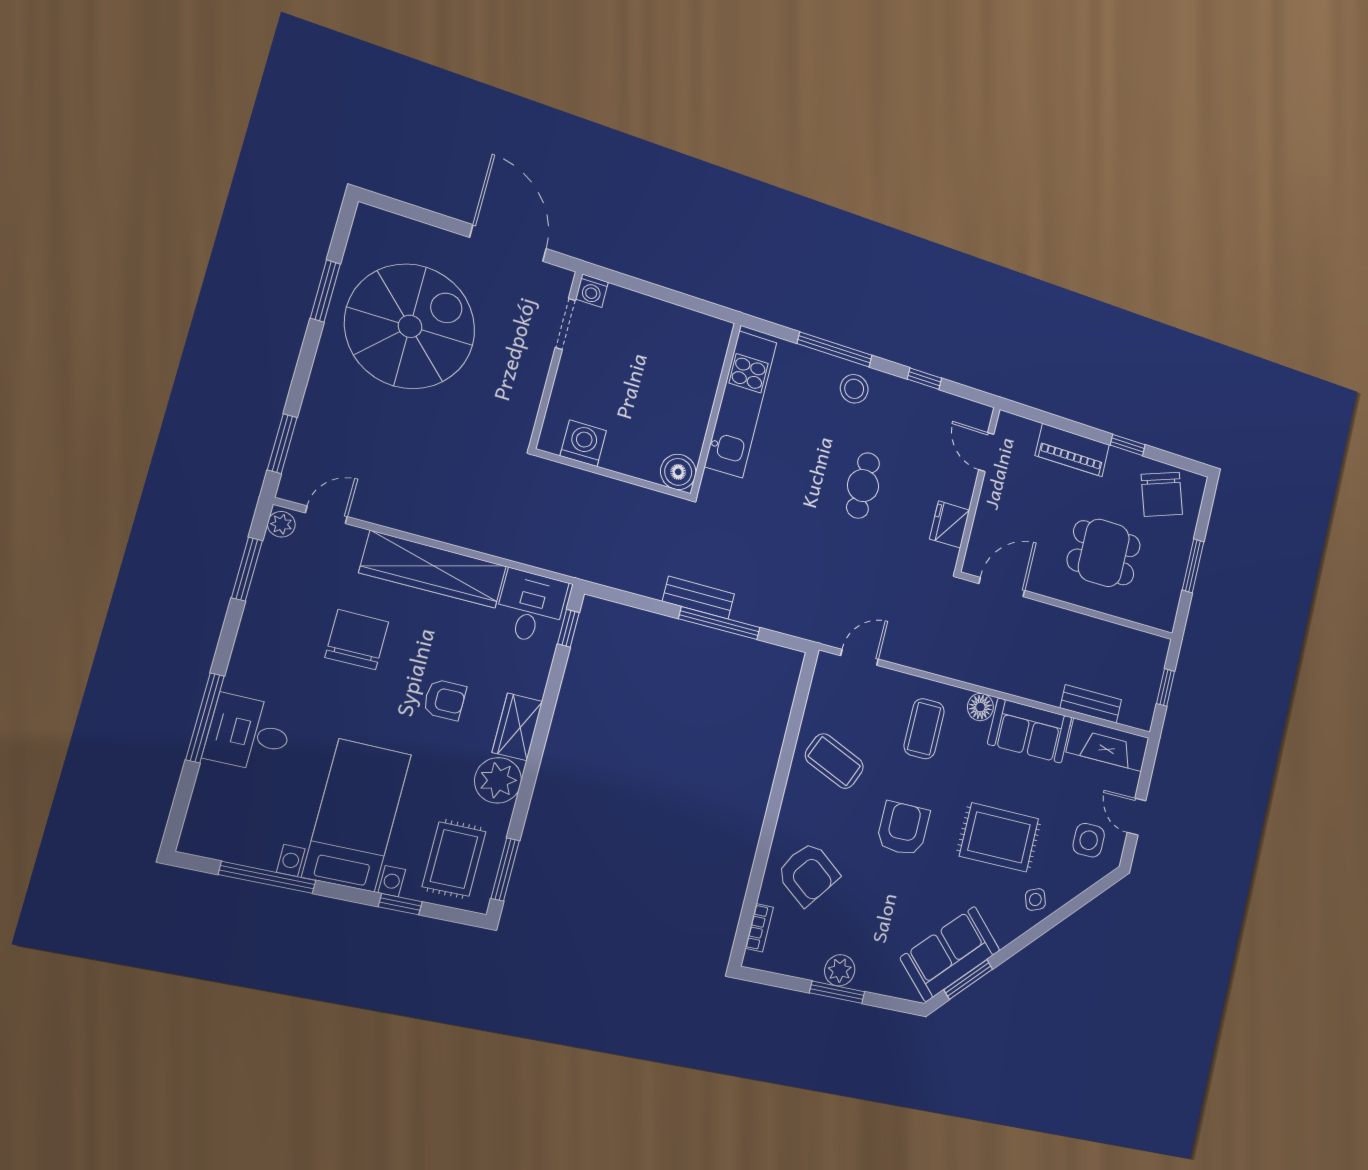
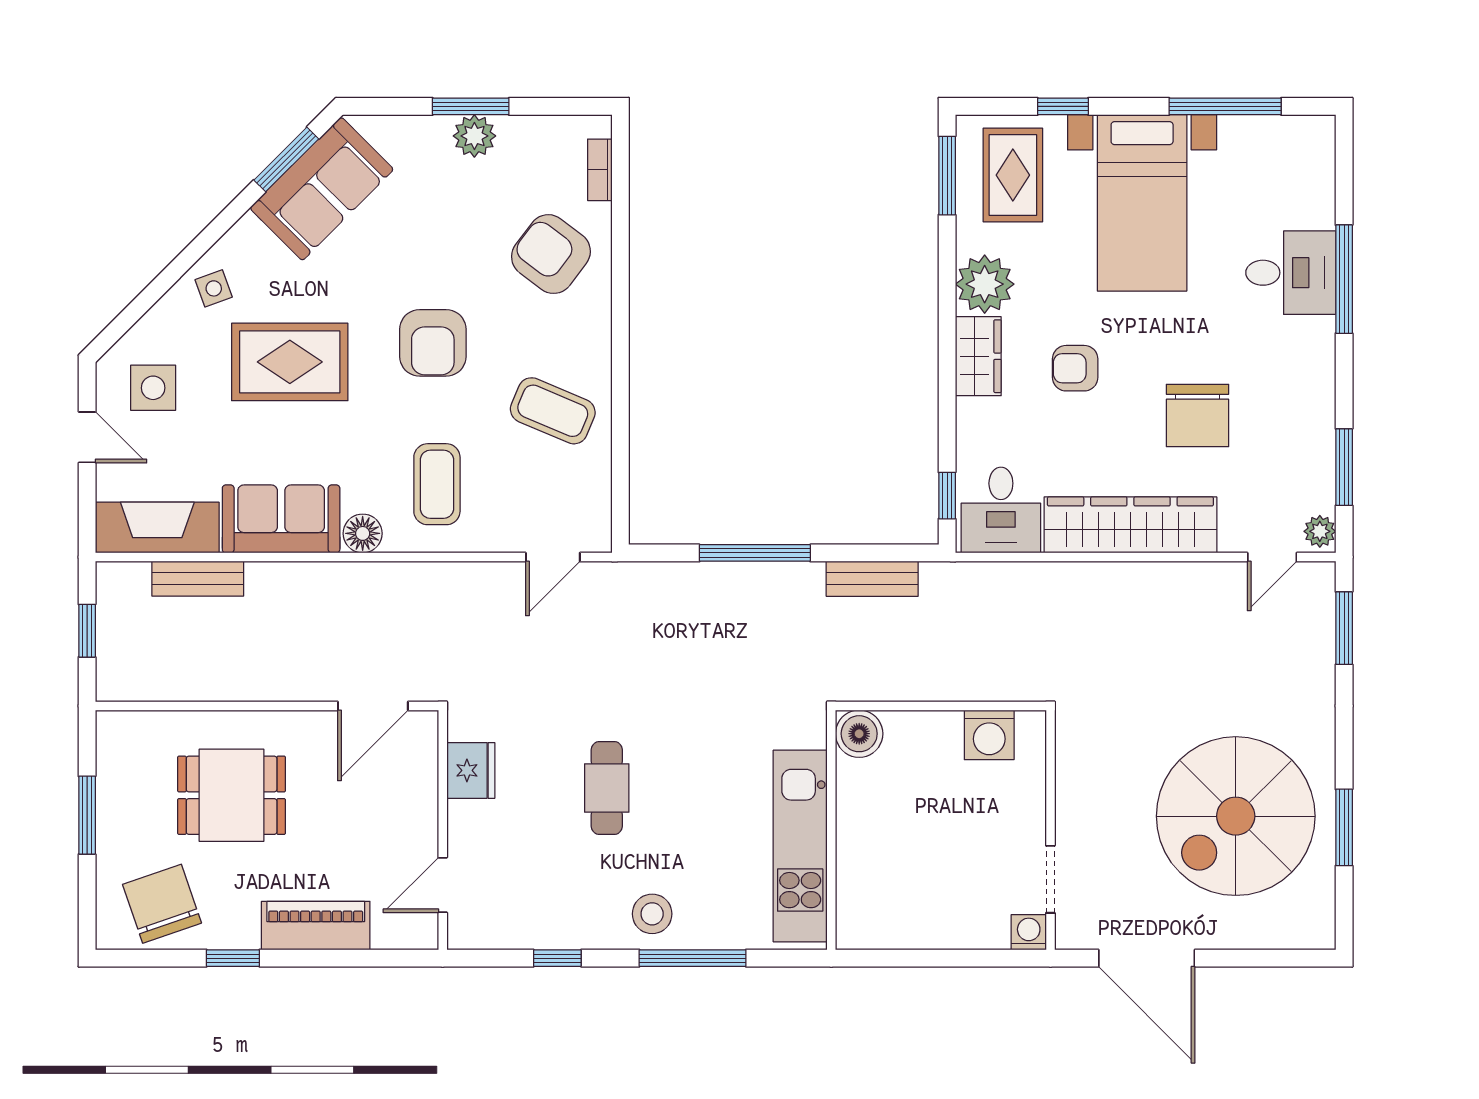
door: (986, 452) -> (443, 885), swing flipped
bench: (698, 598) -> (872, 579), moved

